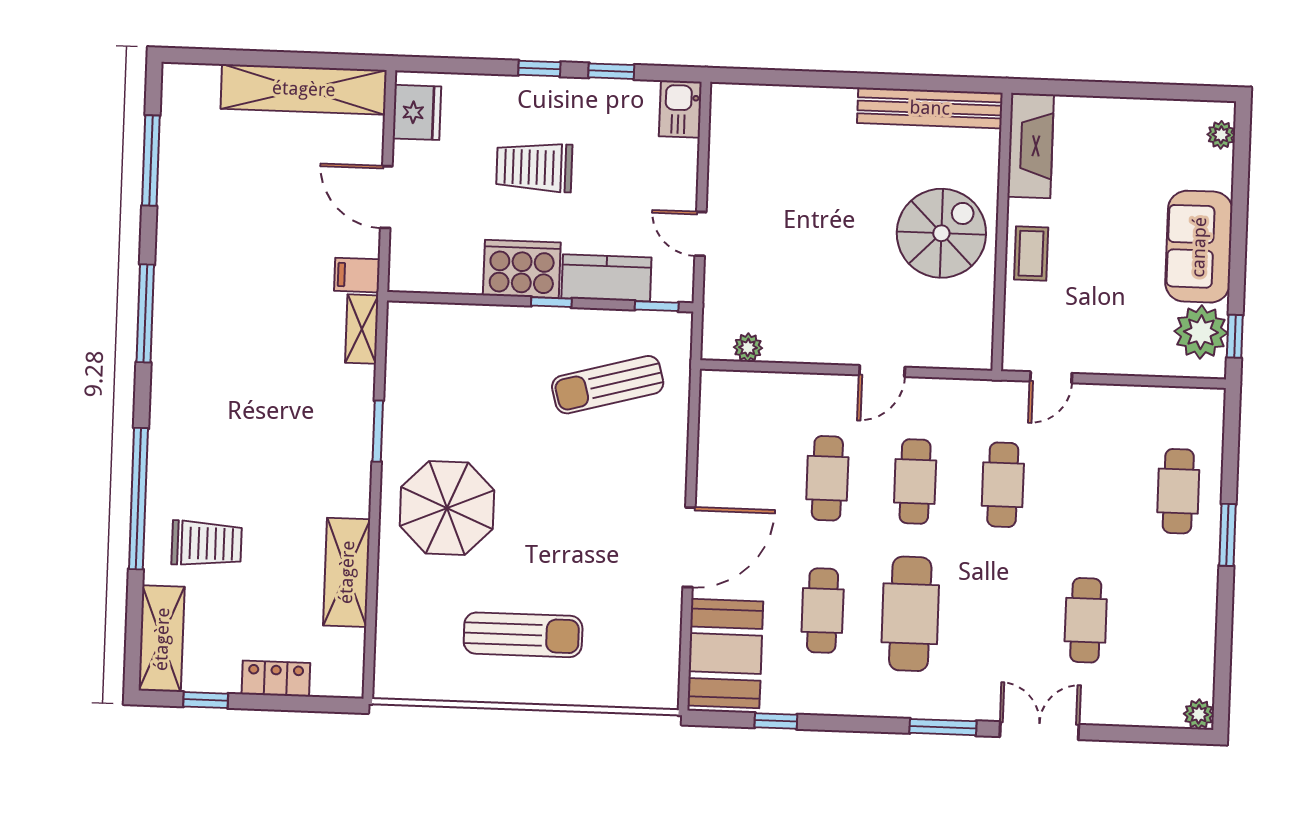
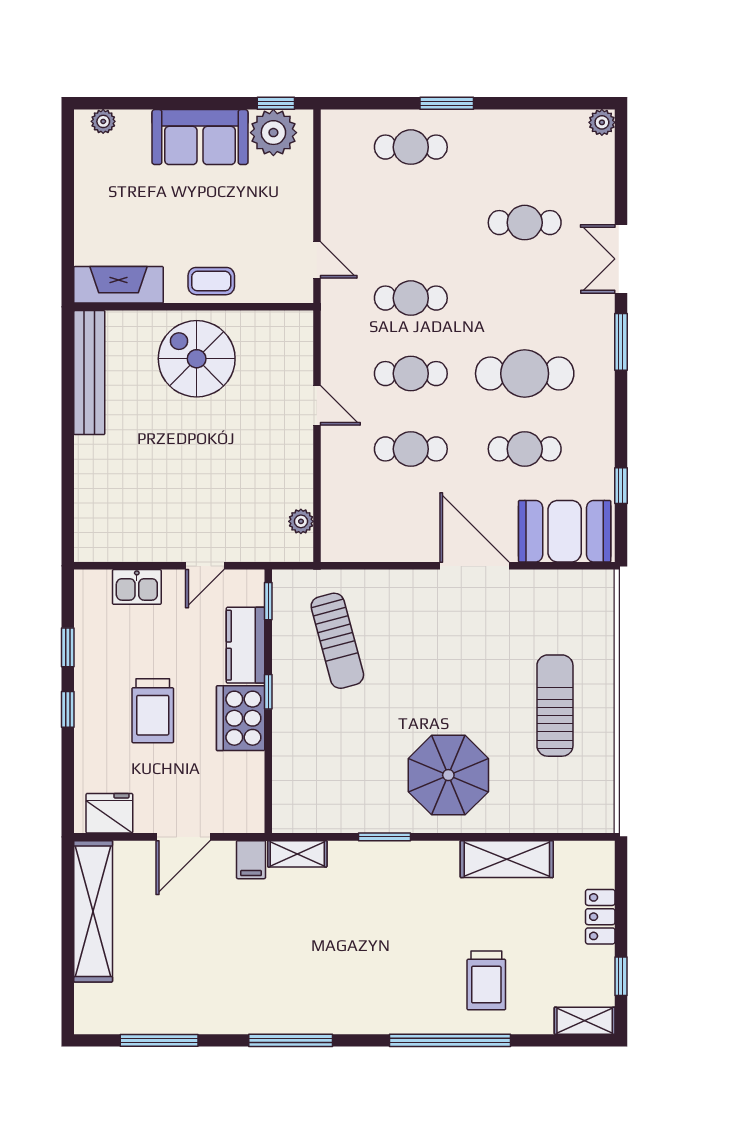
kitchen sink: (680, 109) -> (137, 587), moved
trolley: (207, 543) -> (486, 980), turned 180
shelving: (162, 639) -> (585, 1021), width x0.67, depth x0.75

